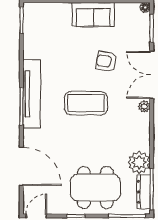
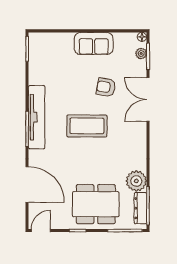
plant: (144, 106) -> (141, 54), moved

